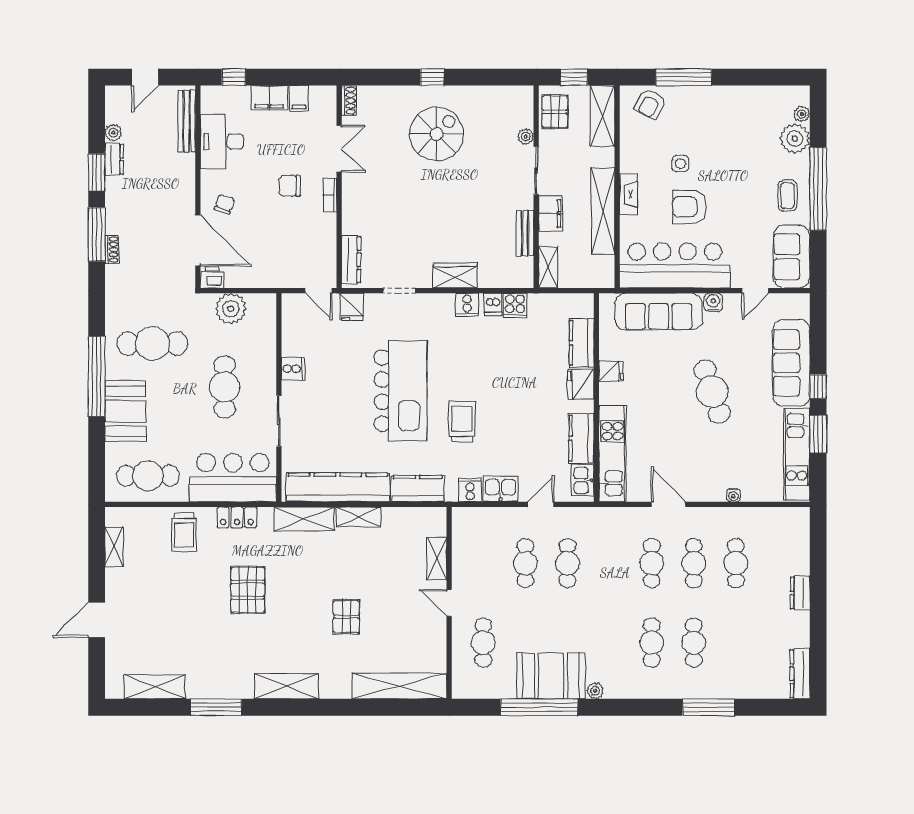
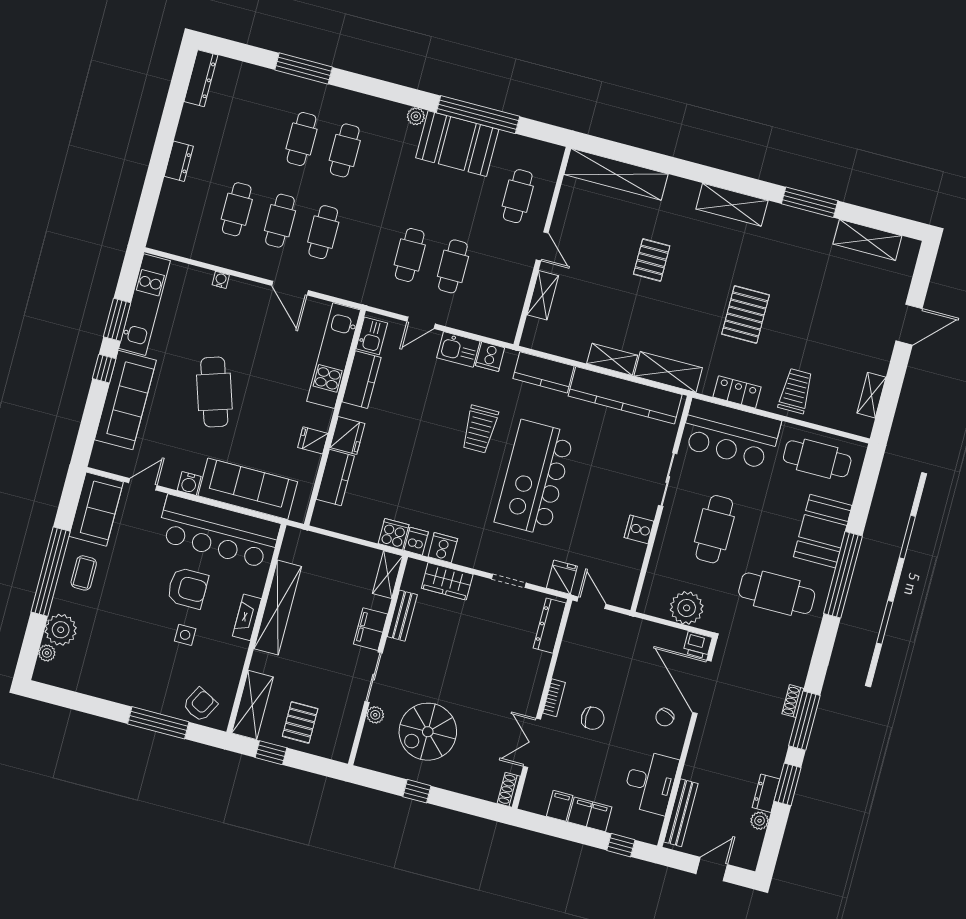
plant: (526, 137) -> (375, 715), moved
sliding door: (536, 171) -> (374, 677), moved
wall: (536, 187) -> (378, 660), moved
filing cabinet: (551, 213) -> (370, 629), moved
bench: (525, 233) -> (402, 616), moved
shelving: (548, 267) -> (388, 575), moved

